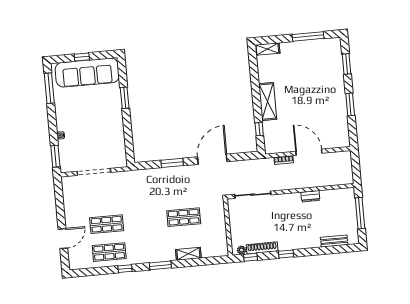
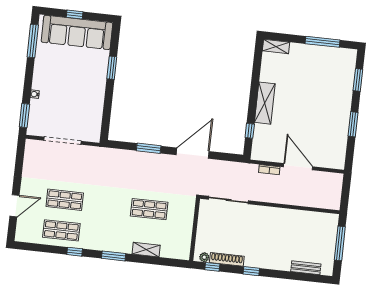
dresser: (310, 196) -> (290, 214), removed

